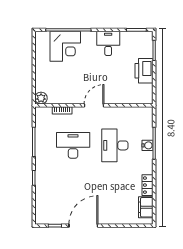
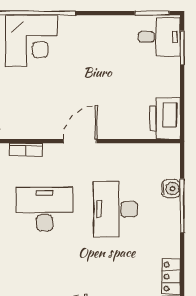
desk: (108, 43) -> (159, 37), moved, turned 90
printer: (144, 71) -> (165, 118), moved
water cooler: (148, 145) -> (171, 189), moved

